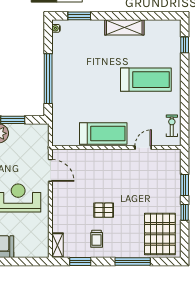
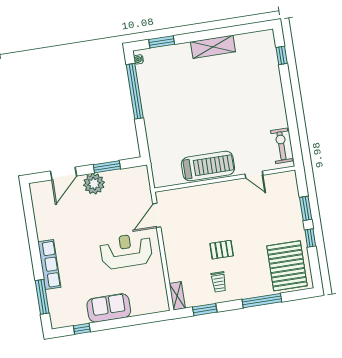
window: (48, 79) -> (135, 91), moved
treadmill: (146, 80) -> (245, 100), removed
exercise bike: (172, 126) -> (281, 146), width x1.38, depth x1.39
door: (143, 148) -> (254, 175), swing flipped
door: (50, 170) -> (157, 215), swing flipped

